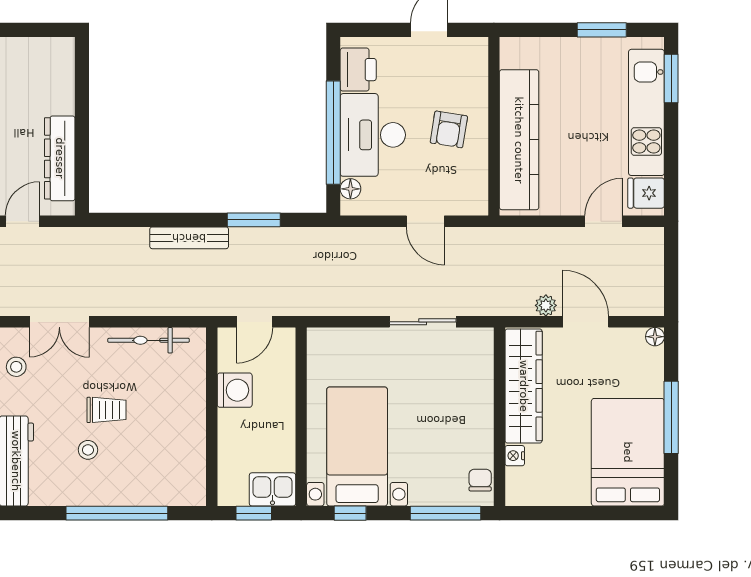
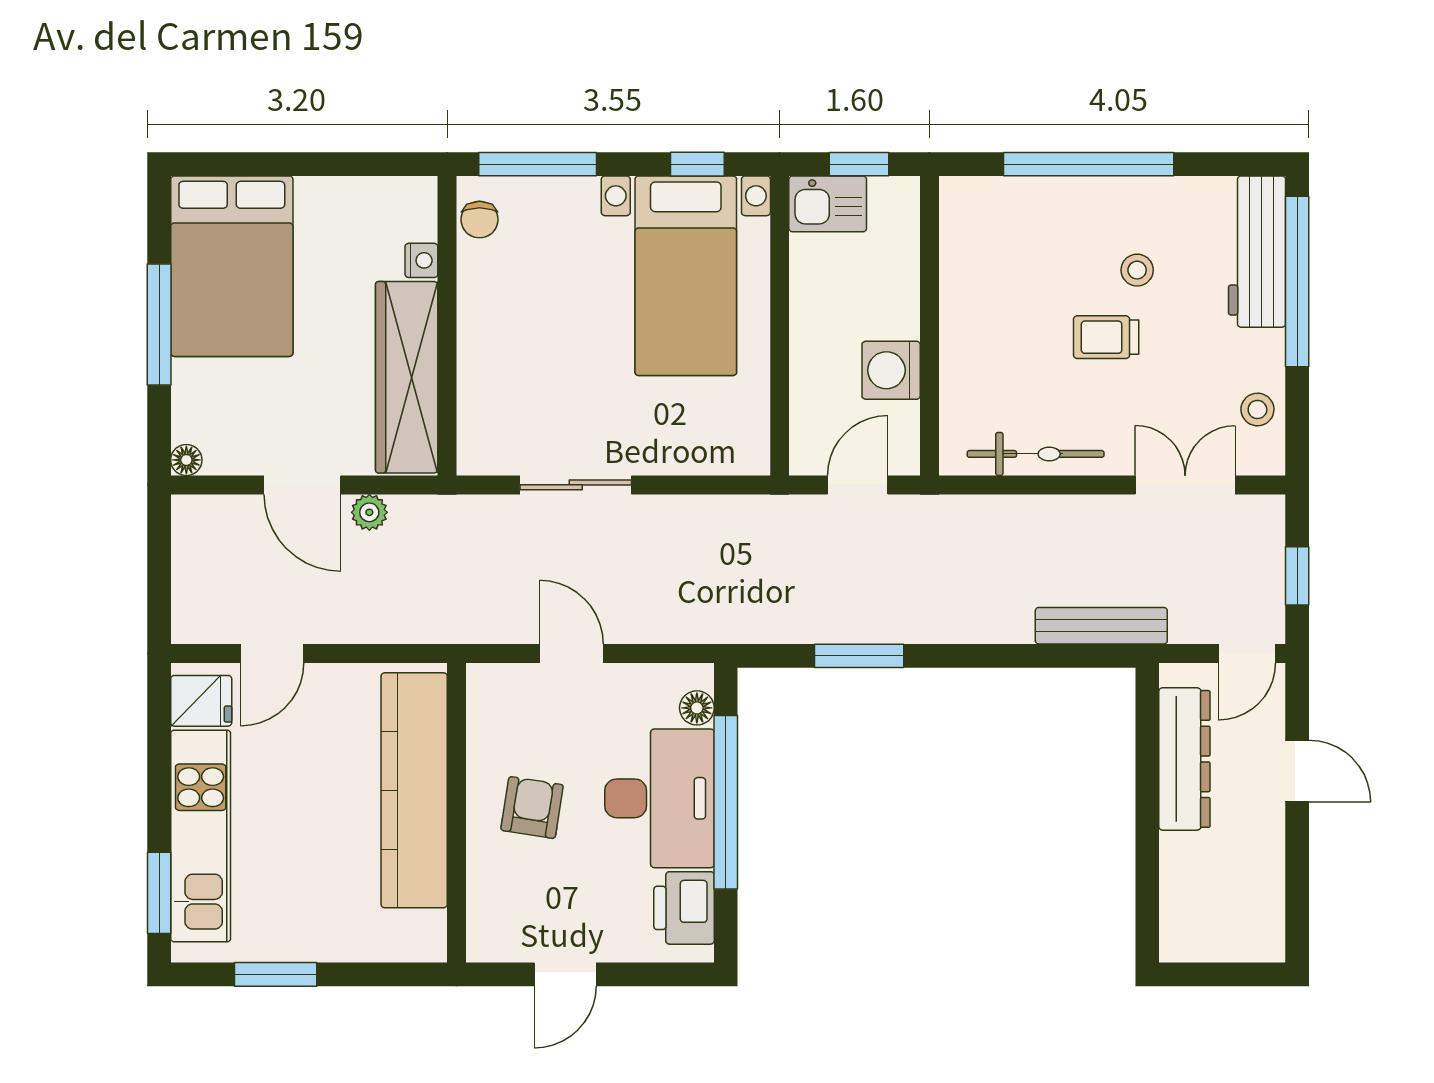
bench: (189, 238) -> (1101, 626), moved

